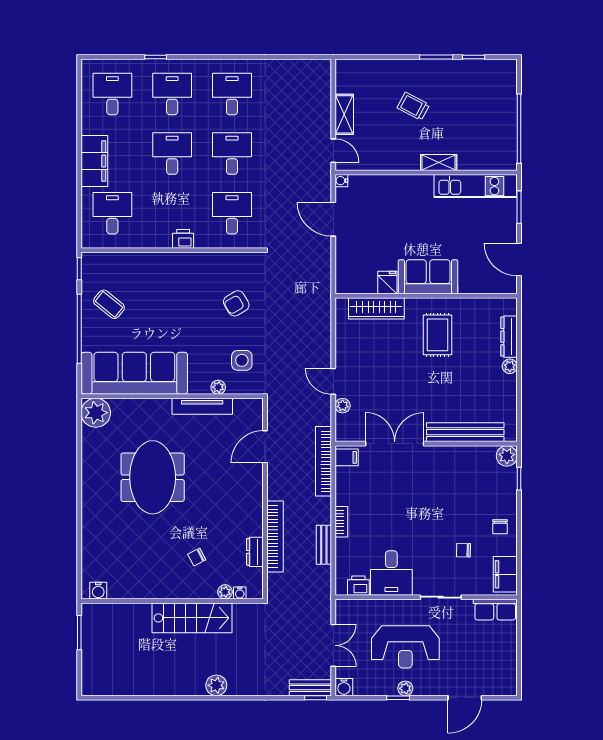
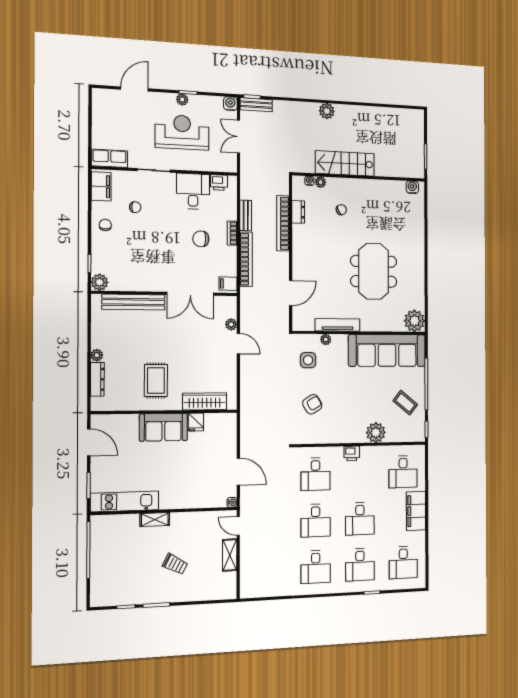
plant: (150, 266) -> (376, 433), added
bookcase: (323, 461) -> (246, 259), moved
chair: (381, 513) -> (201, 239), added

